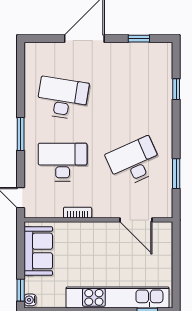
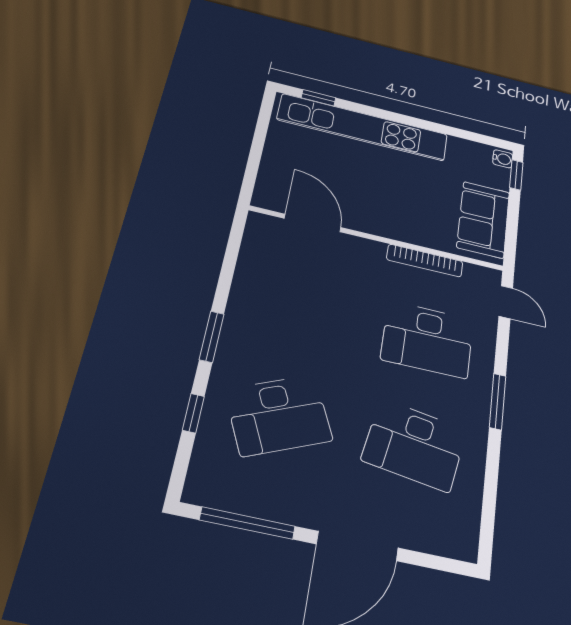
window: (139, 39) -> (247, 523), width x2.17
desk: (134, 162) -> (279, 415), moved
window: (176, 174) -> (212, 337), moved
bookcase: (78, 213) -> (425, 261), width x1.56

